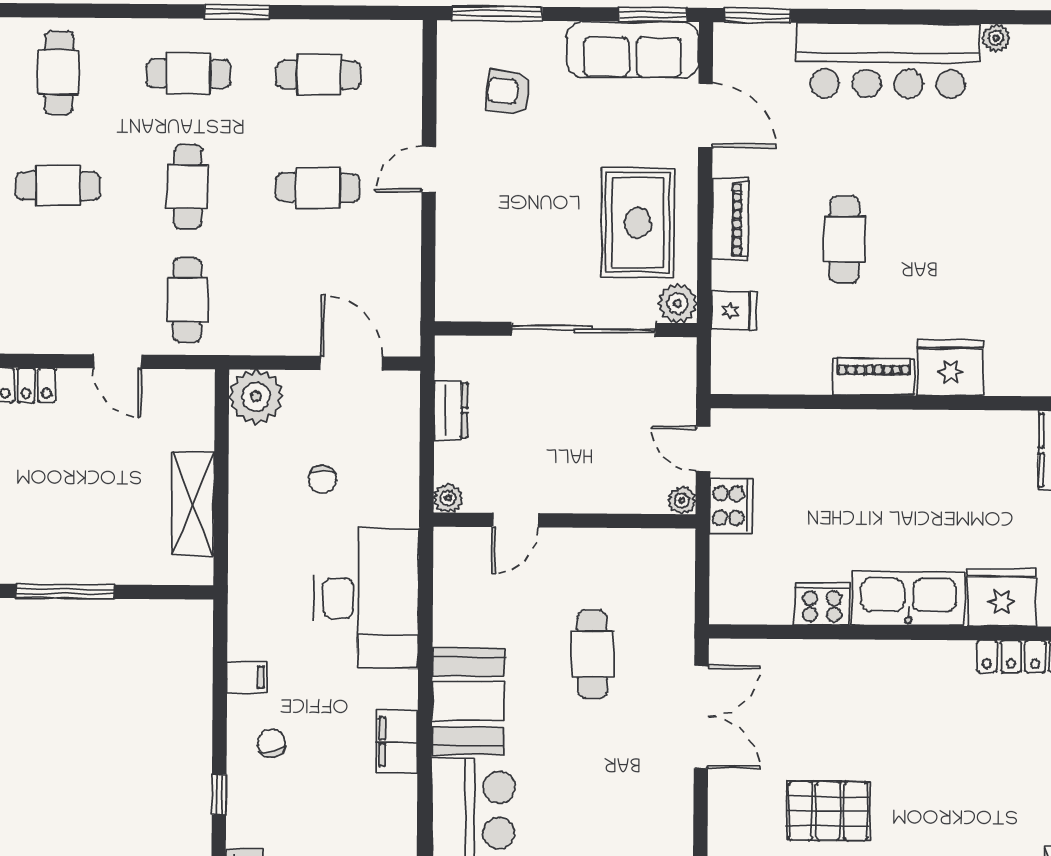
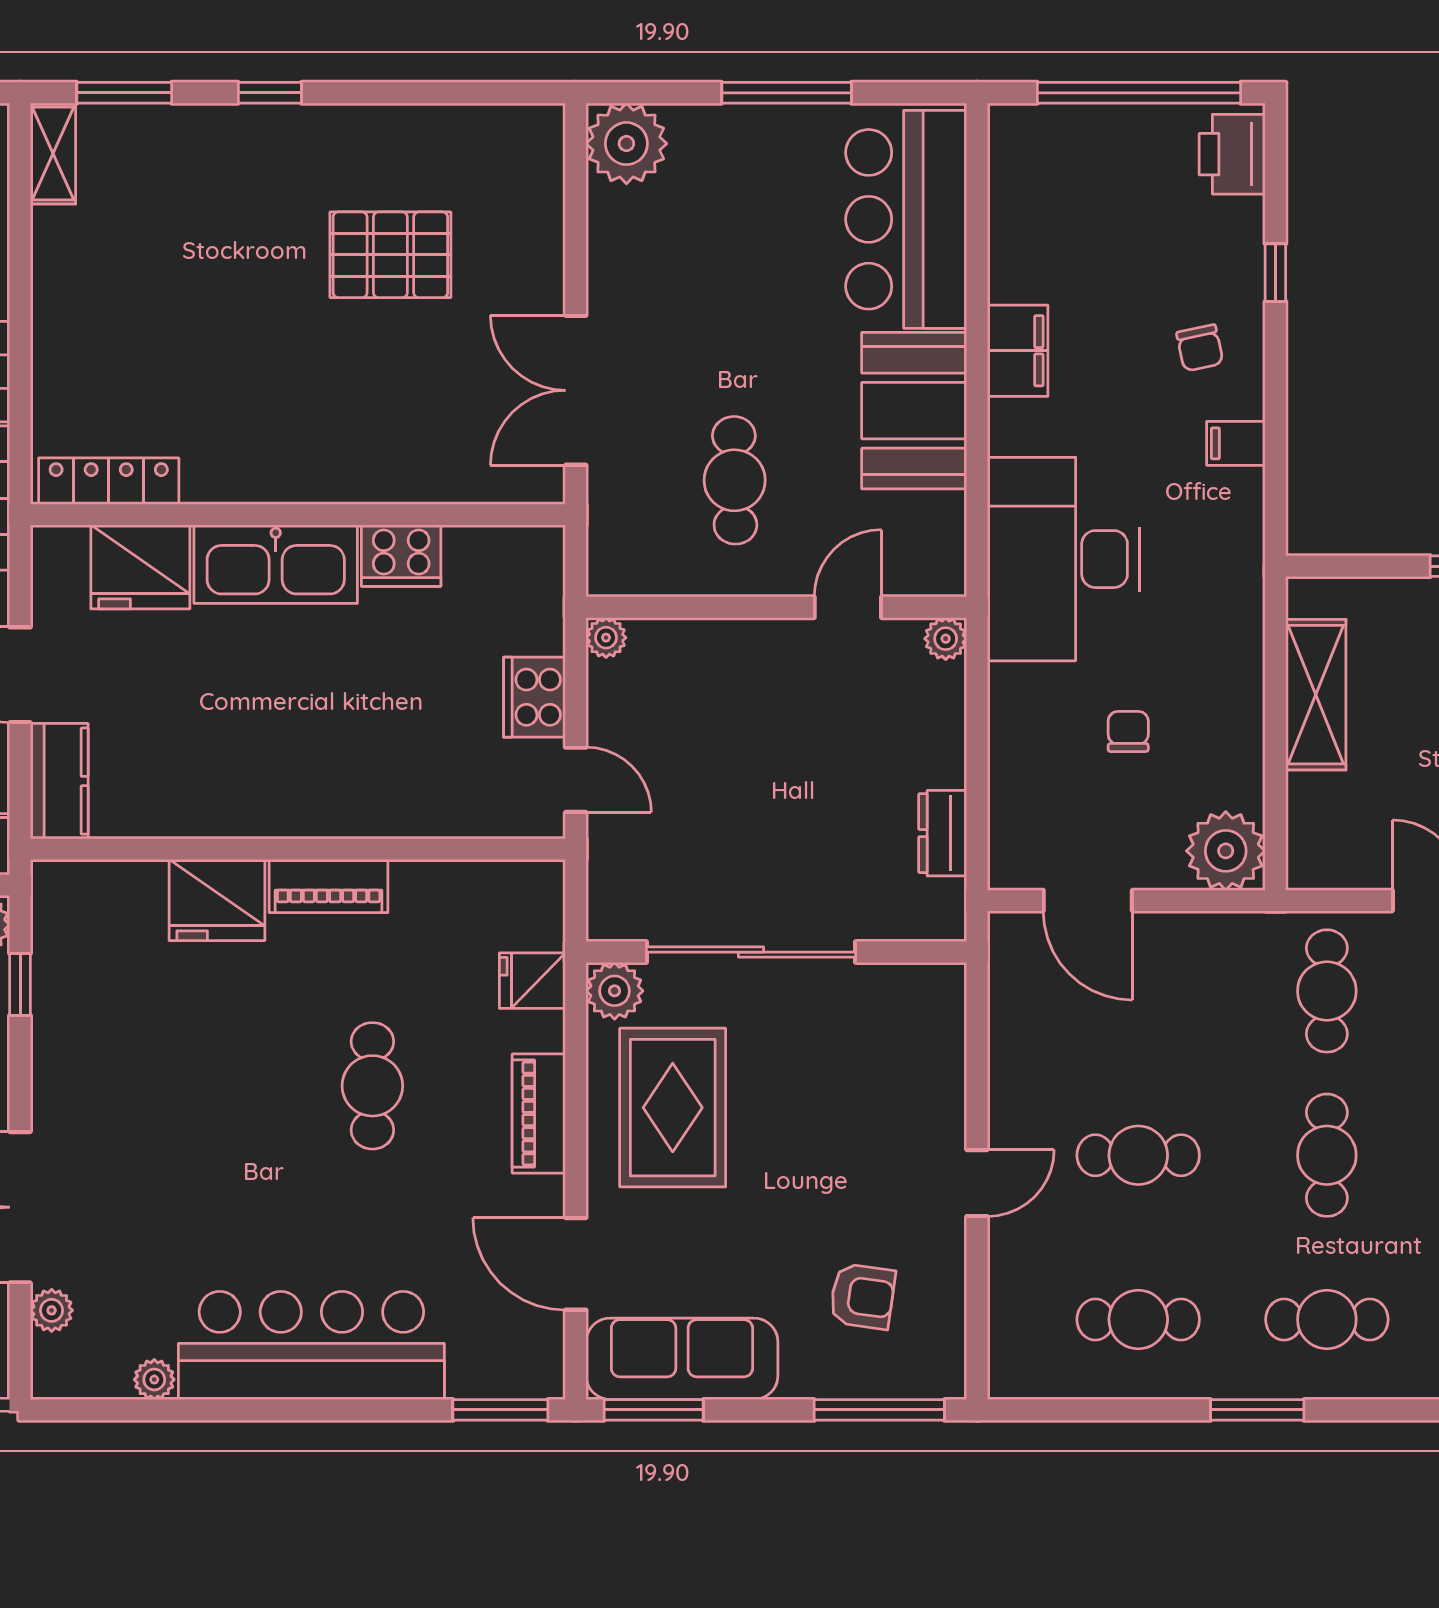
plant: (448, 498) -> (946, 639), moved
plant: (682, 500) -> (606, 638), moved
door: (515, 520) -> (848, 607), moved
wall: (564, 520) -> (776, 607), moved

